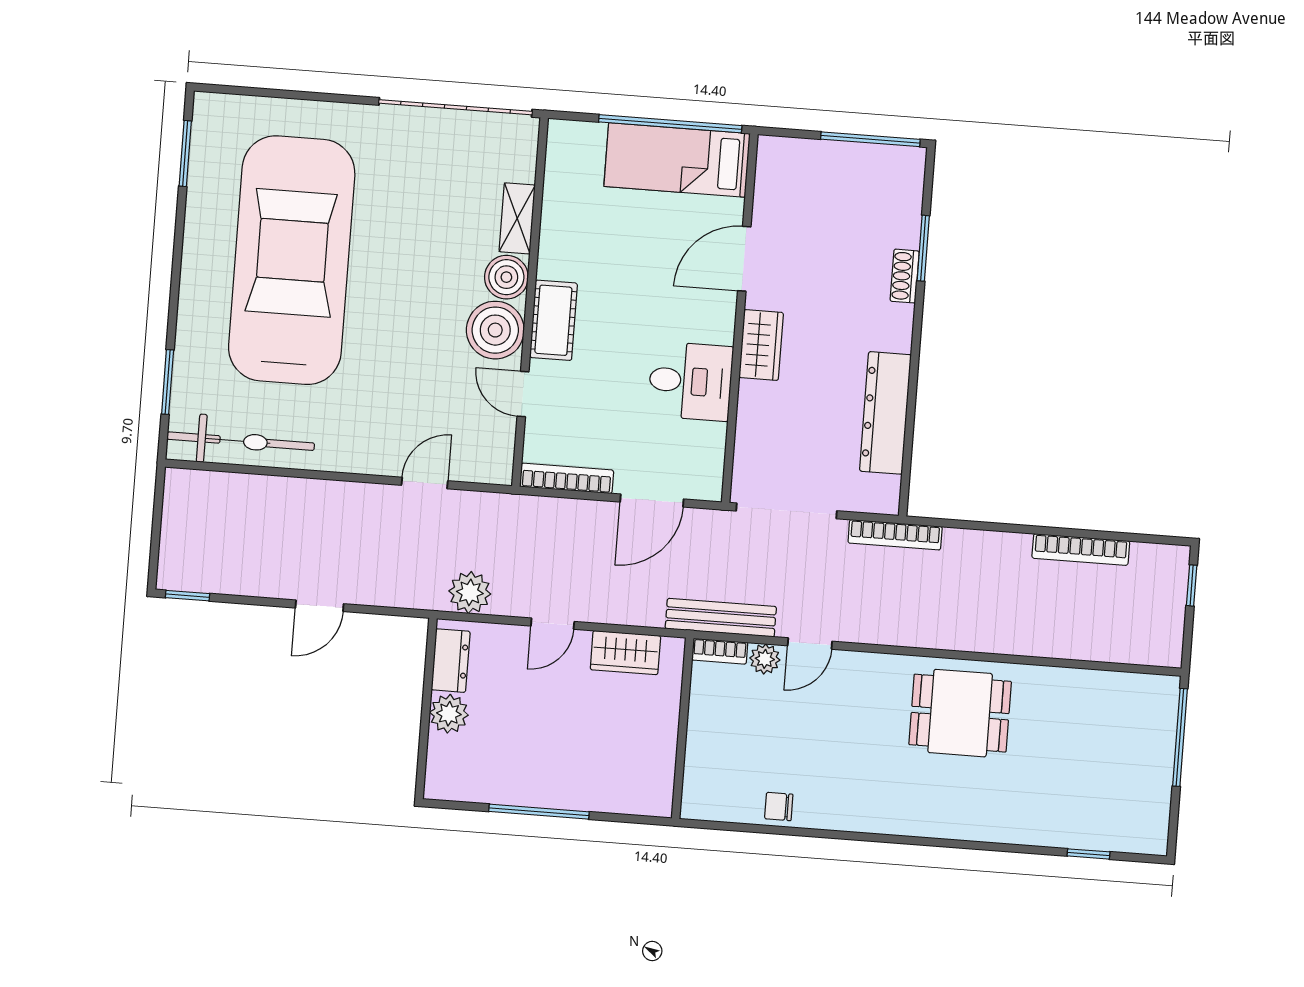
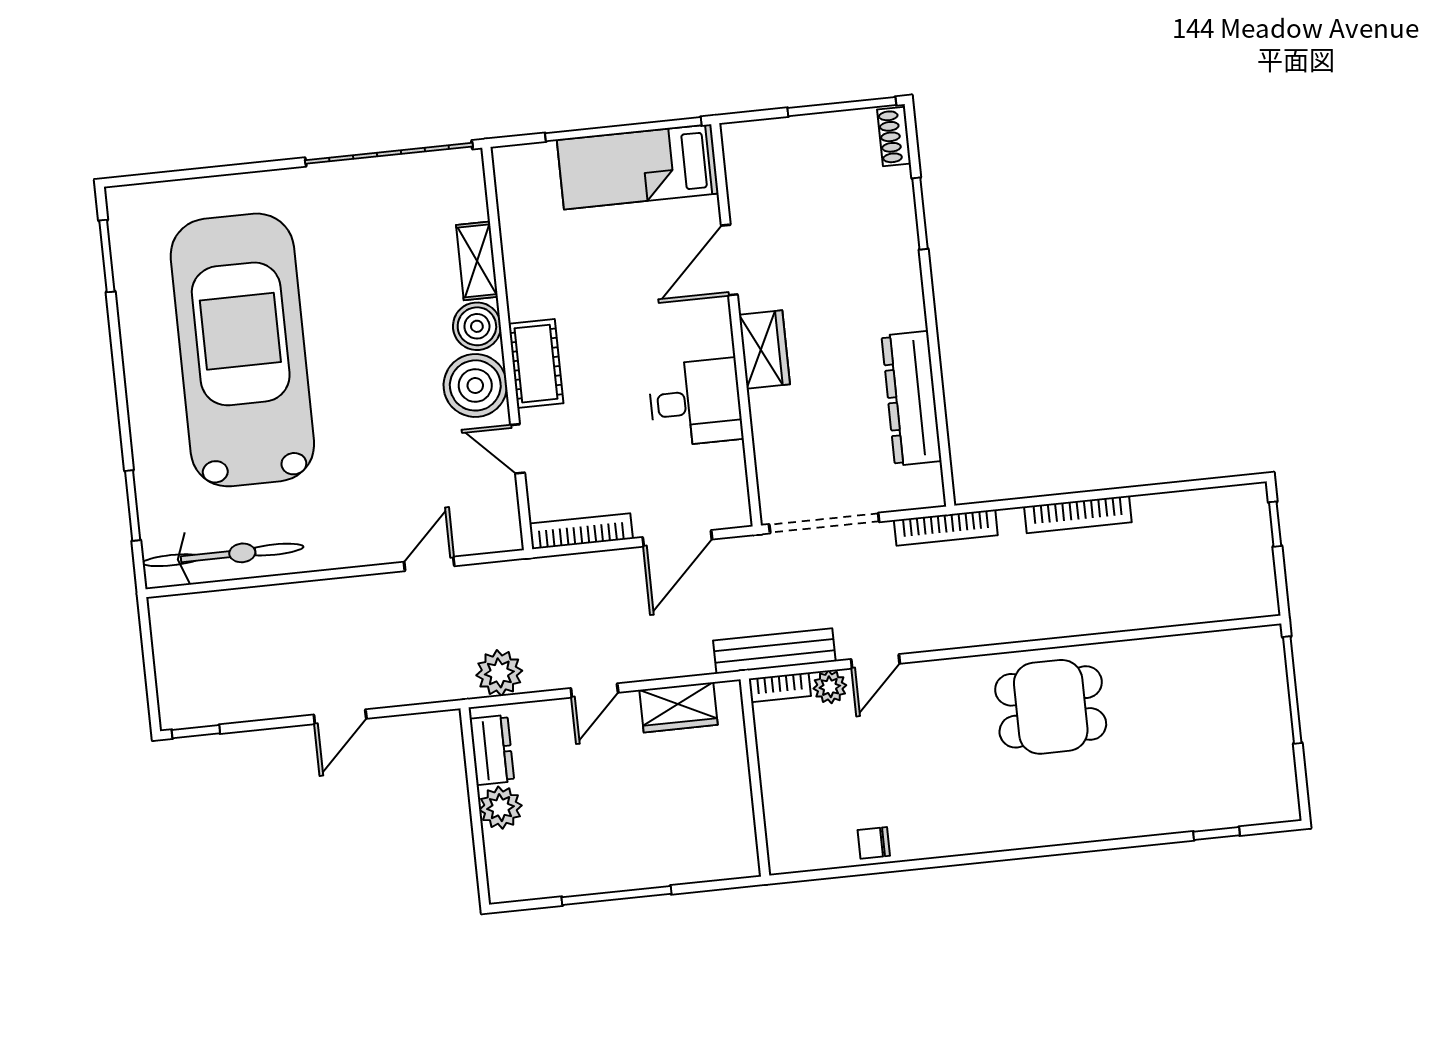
shoe rack: (905, 276) -> (894, 136), moved
bookcase: (1081, 549) -> (1078, 514), moved

